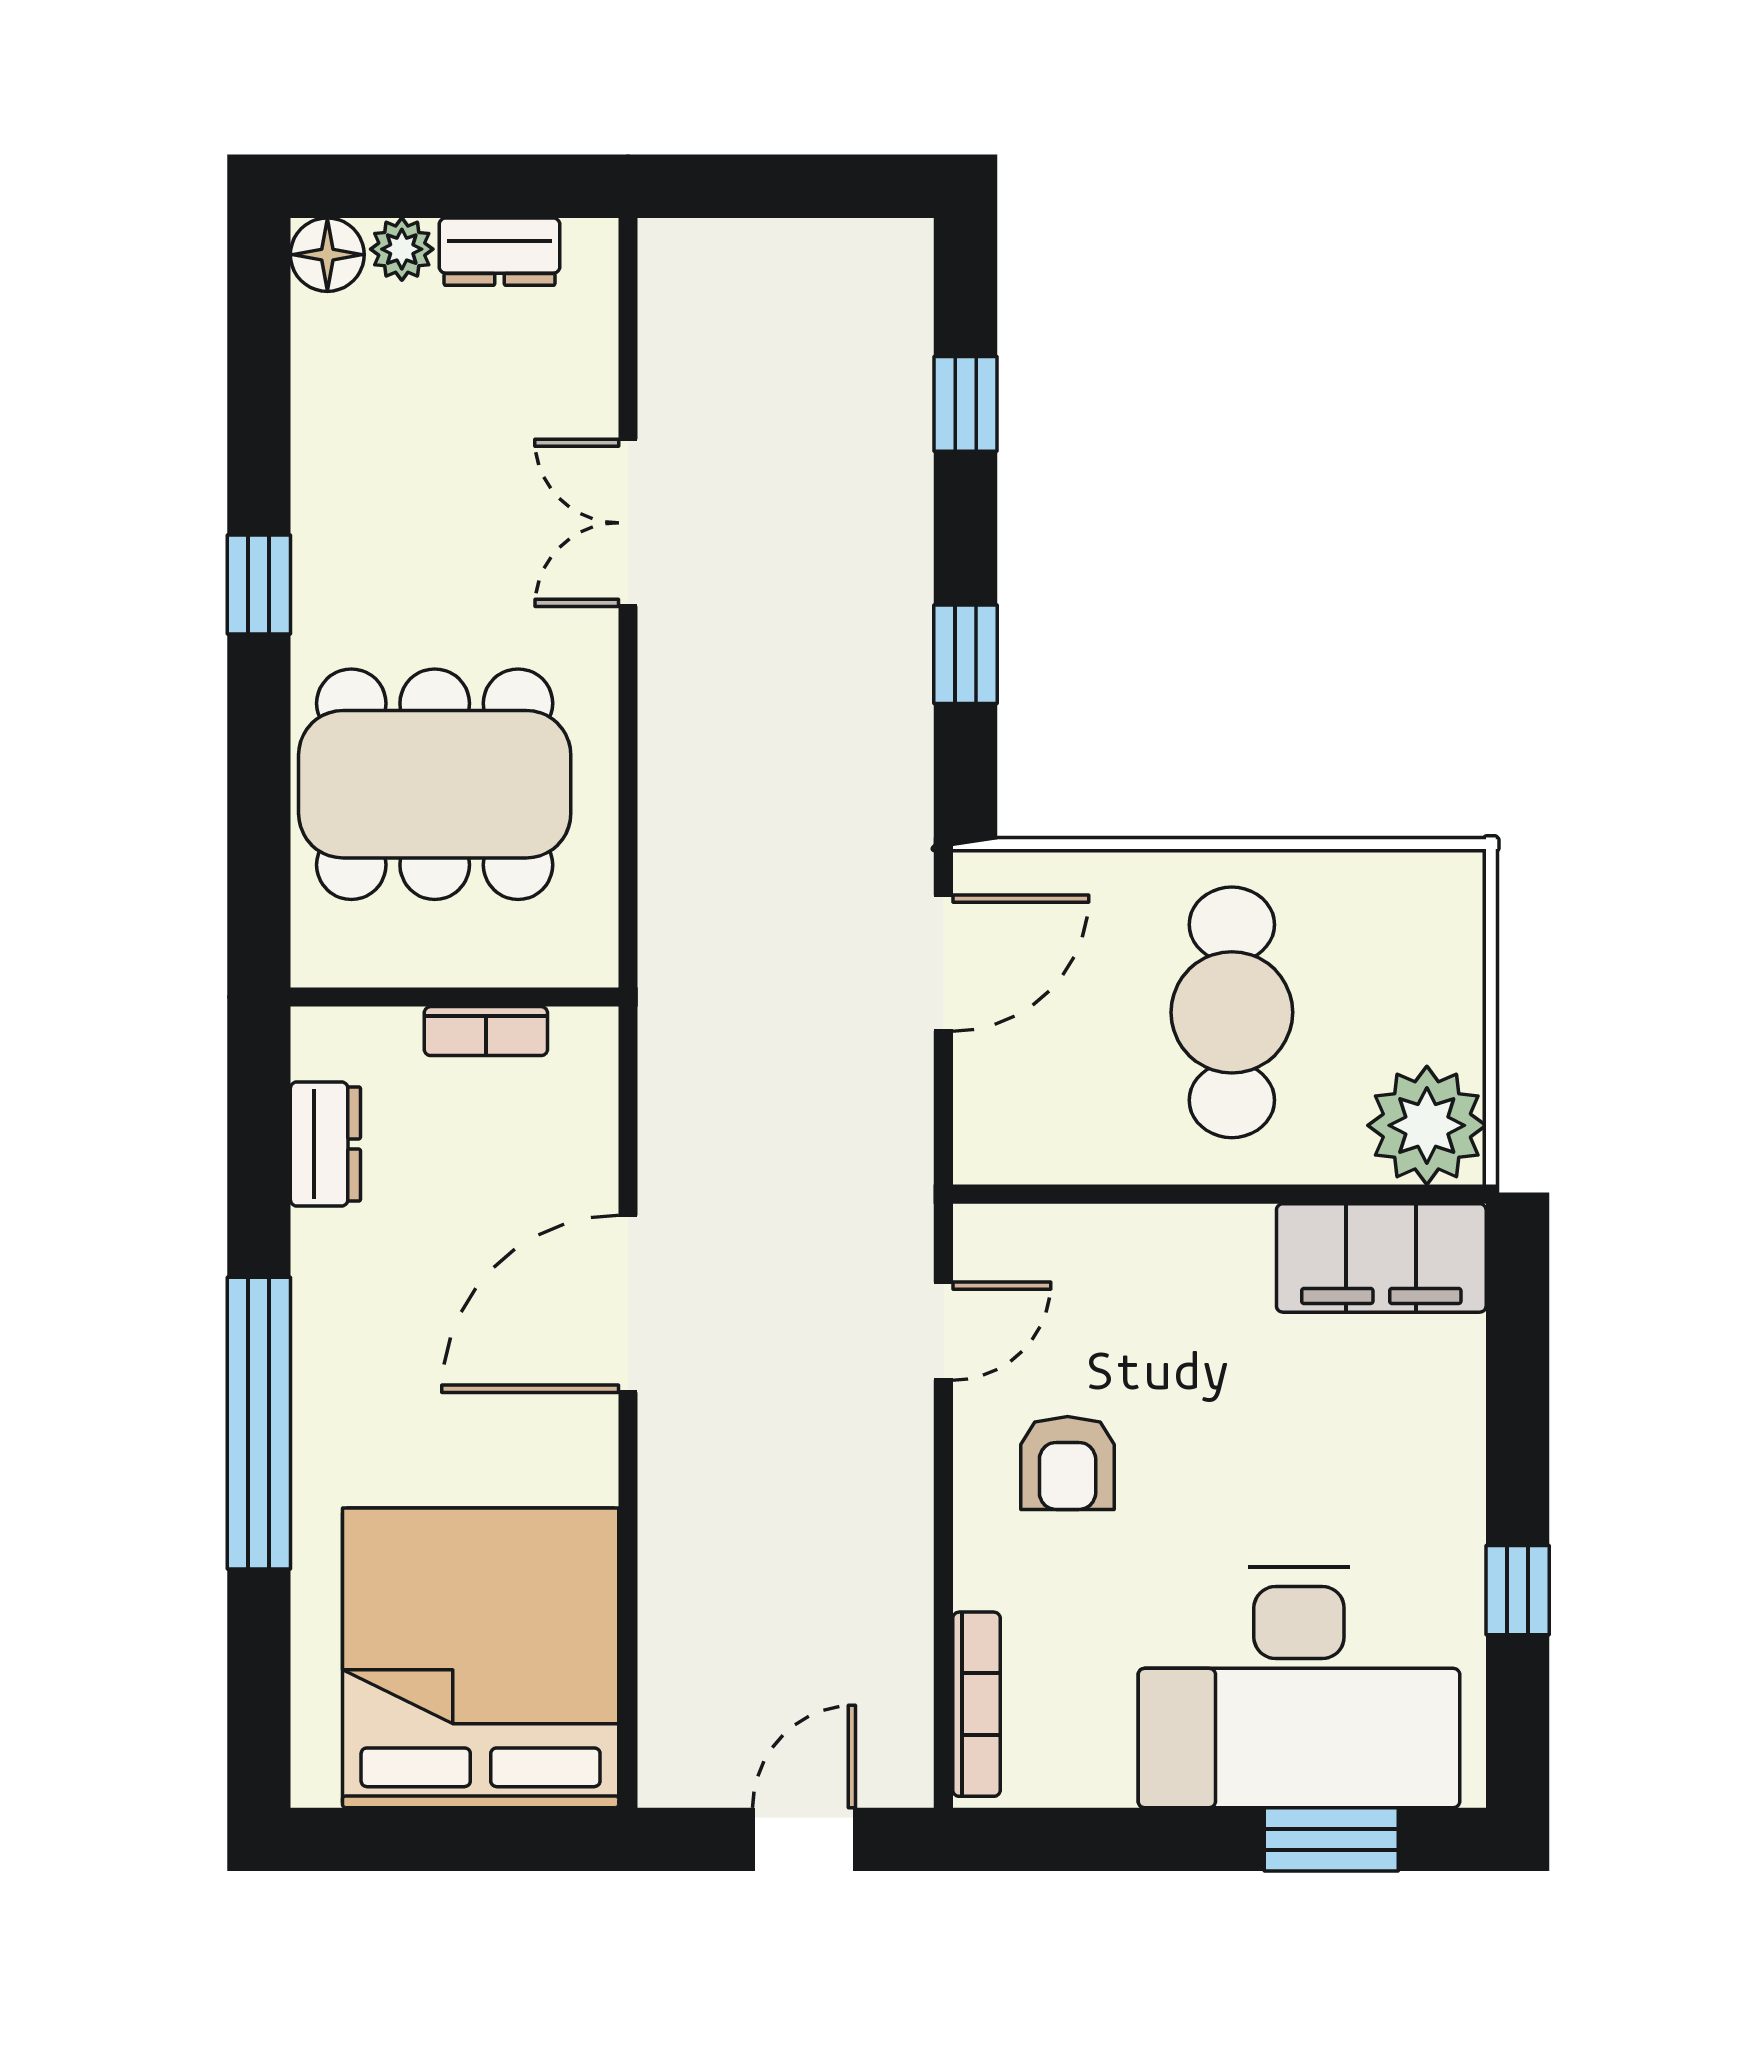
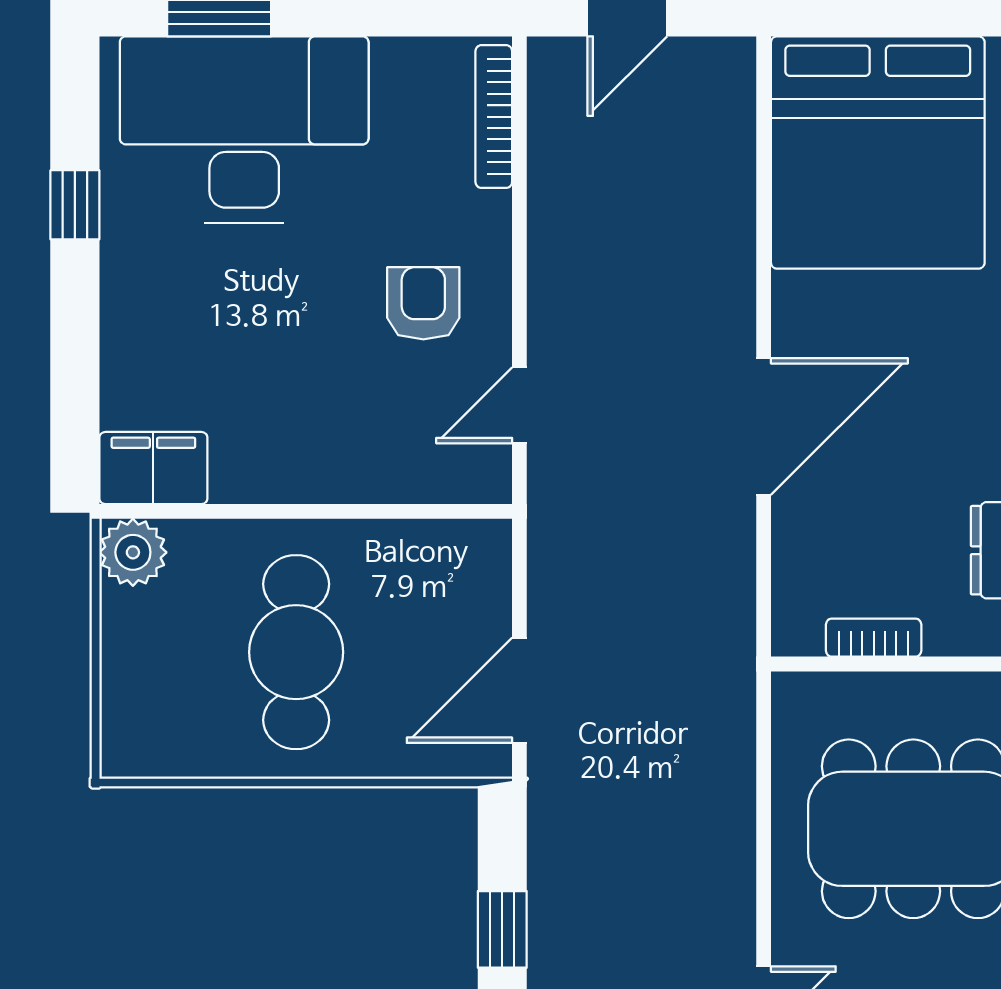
plant: (1427, 1125) -> (133, 552), width x0.73, depth x0.73
filing cabinet: (1381, 1258) -> (153, 468), width x0.67, depth x0.86

